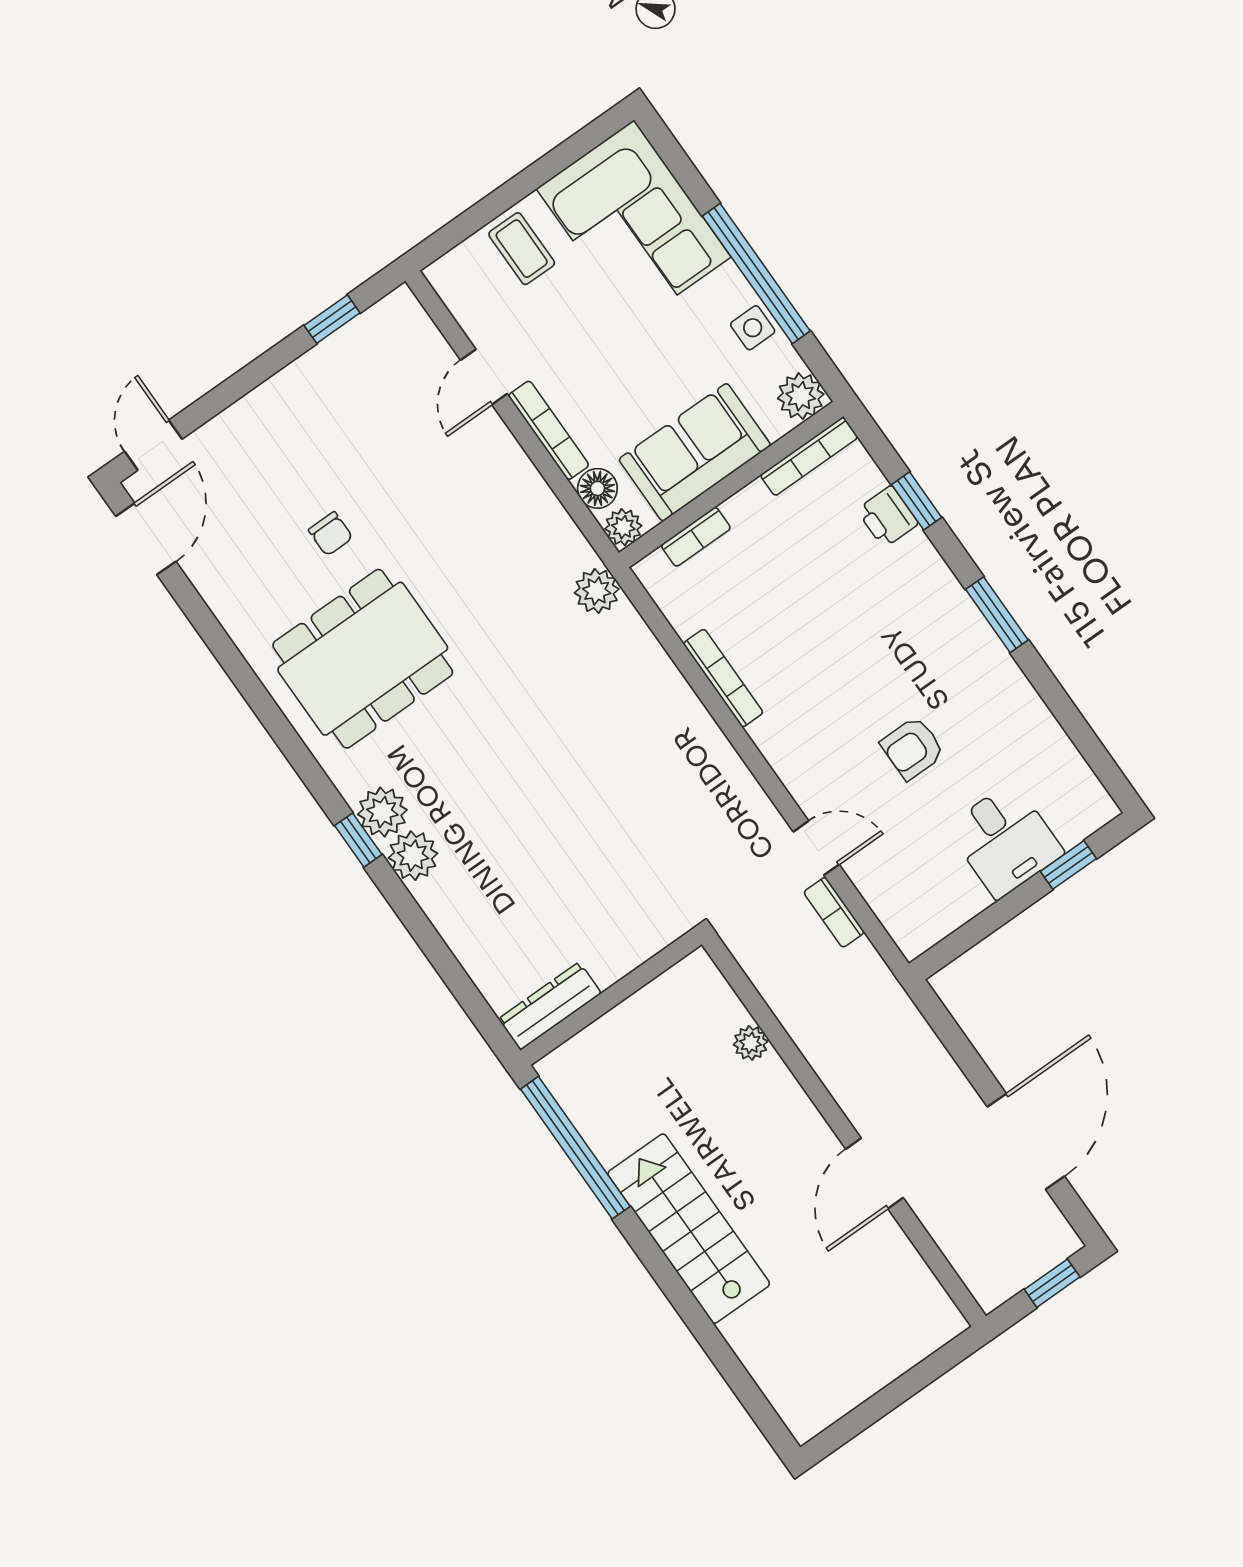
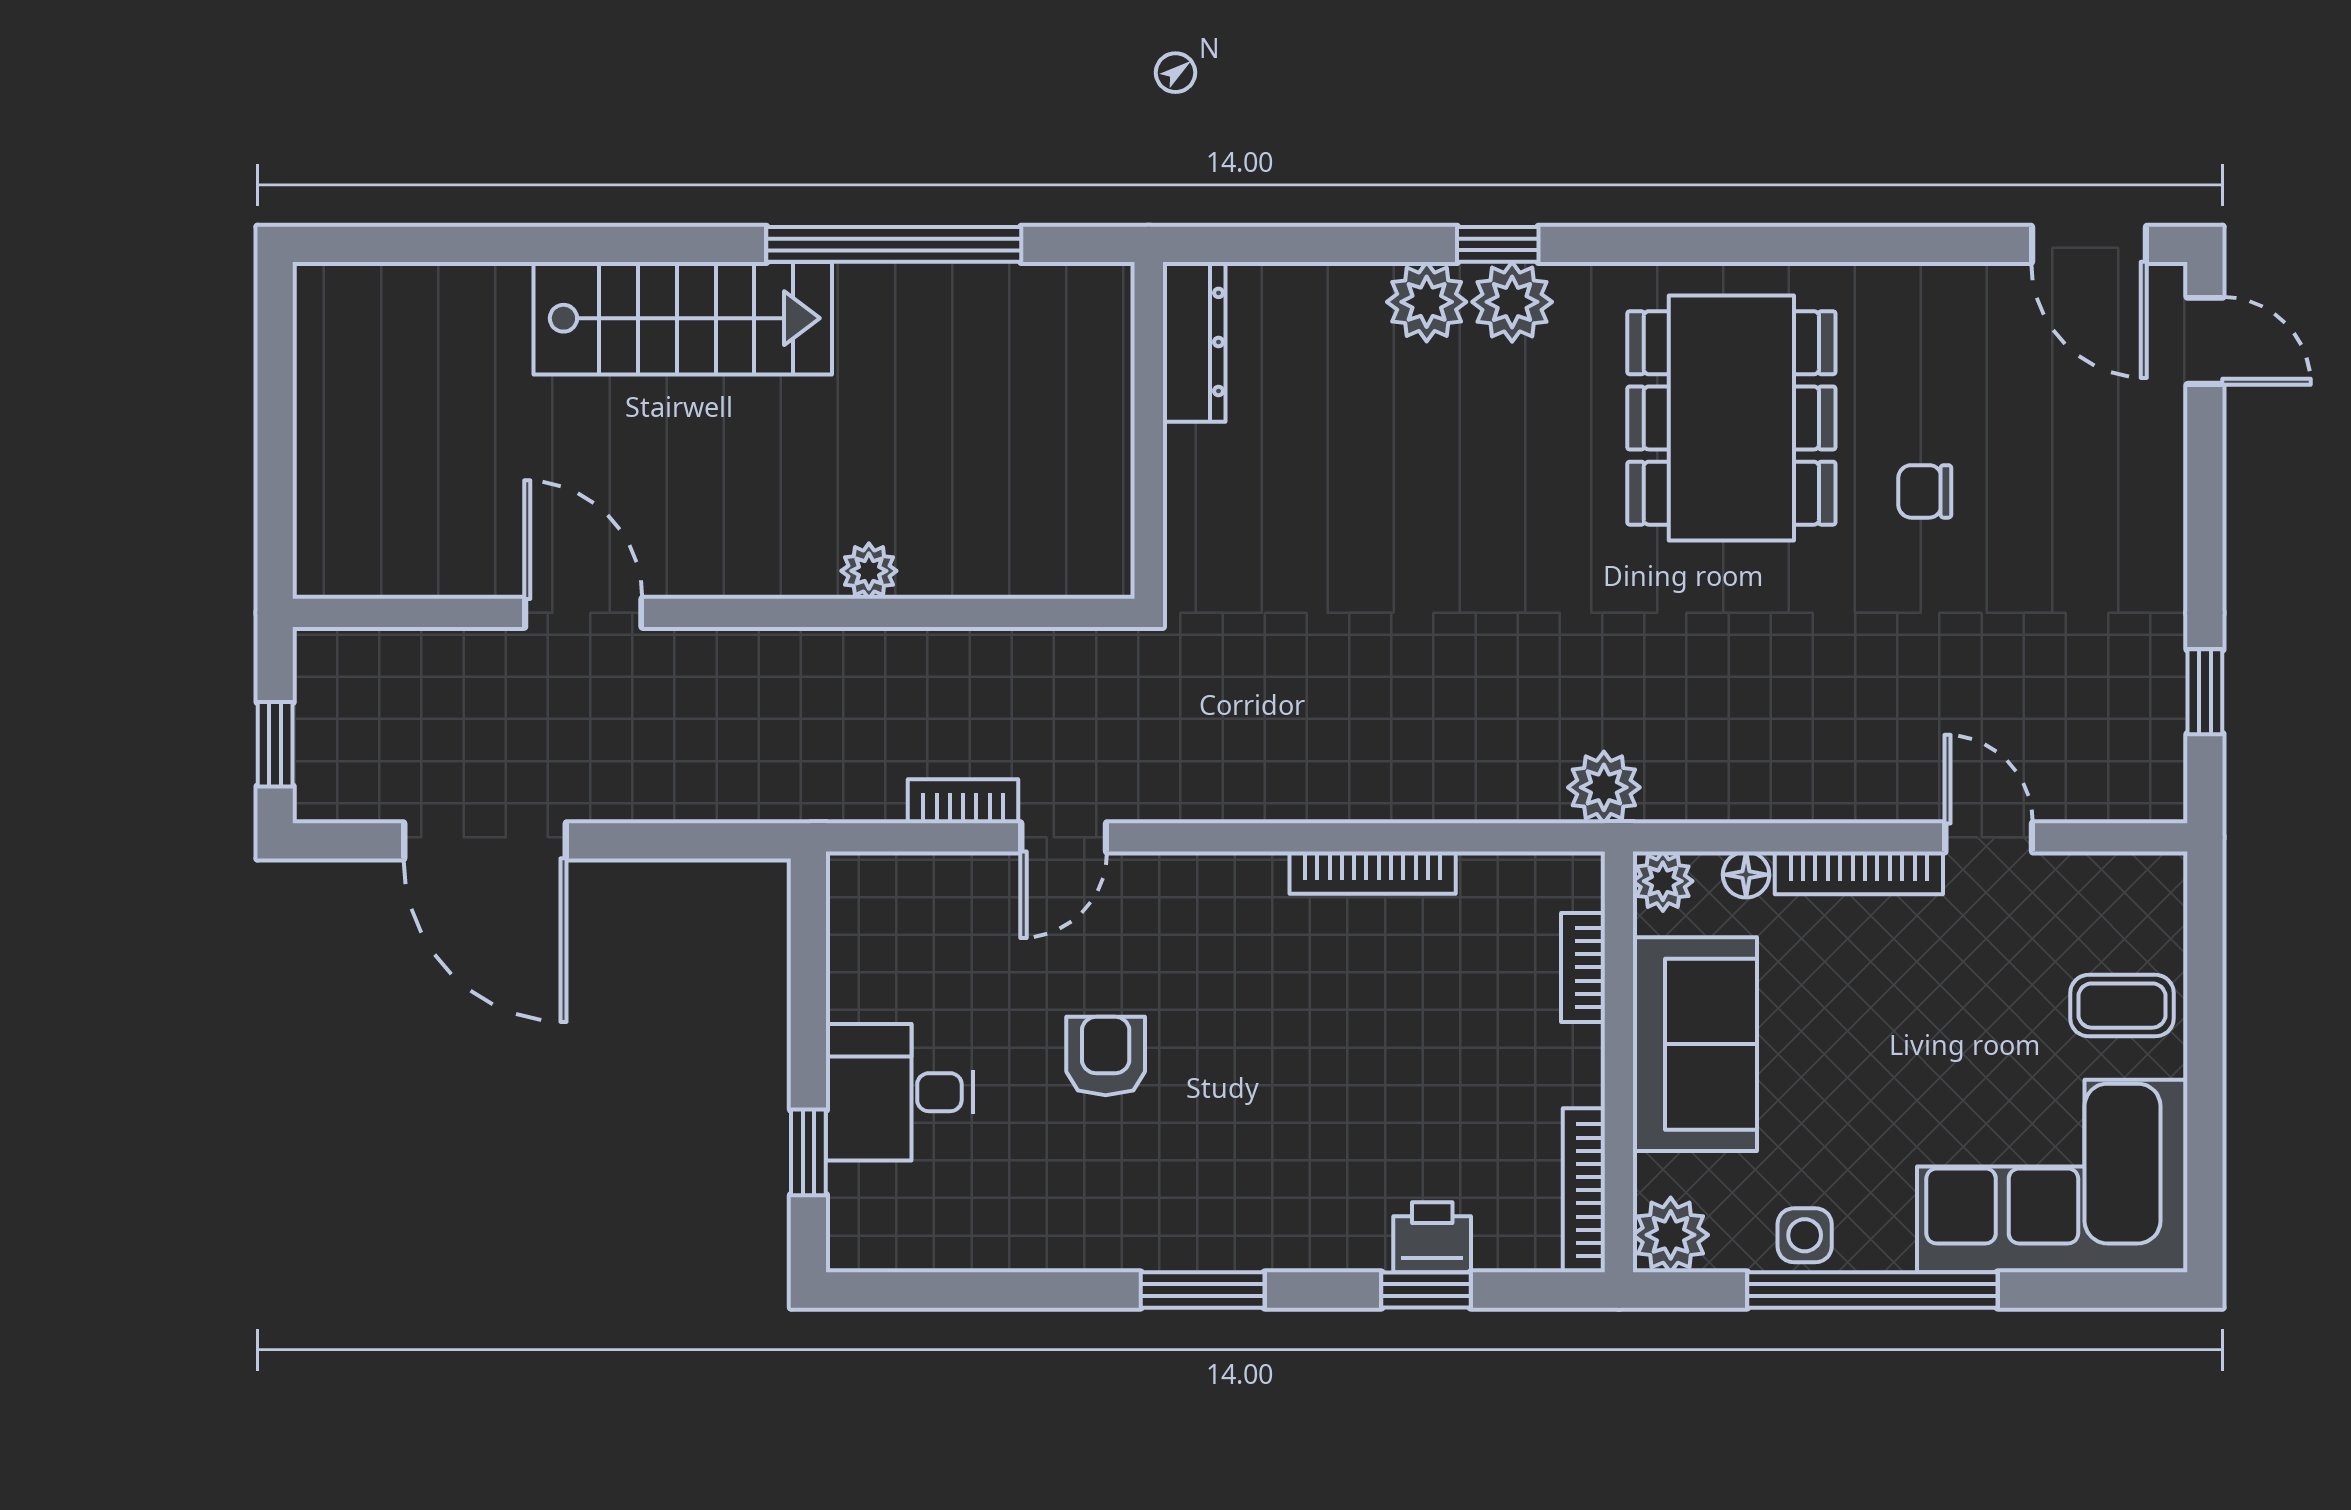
floor lamp: (597, 488) -> (1746, 875), width x0.73, depth x0.73
wall: (611, 997) -> (1149, 430), moved
dresser: (550, 1006) -> (1194, 342), moved

